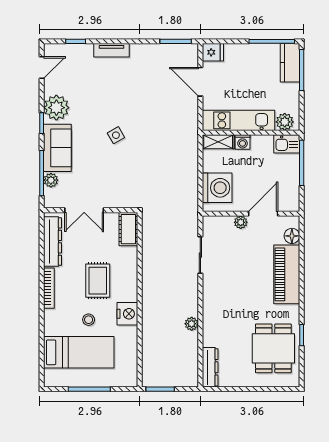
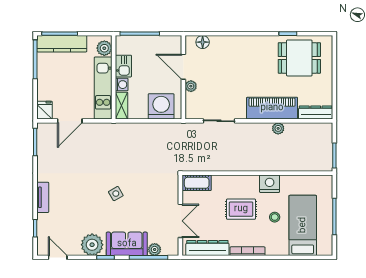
kitchen counter: (290, 63) -> (62, 44), width x1.50
kitchen sink: (287, 144) -> (123, 66), moved
piano: (287, 274) -> (272, 108), moved, turned 180

